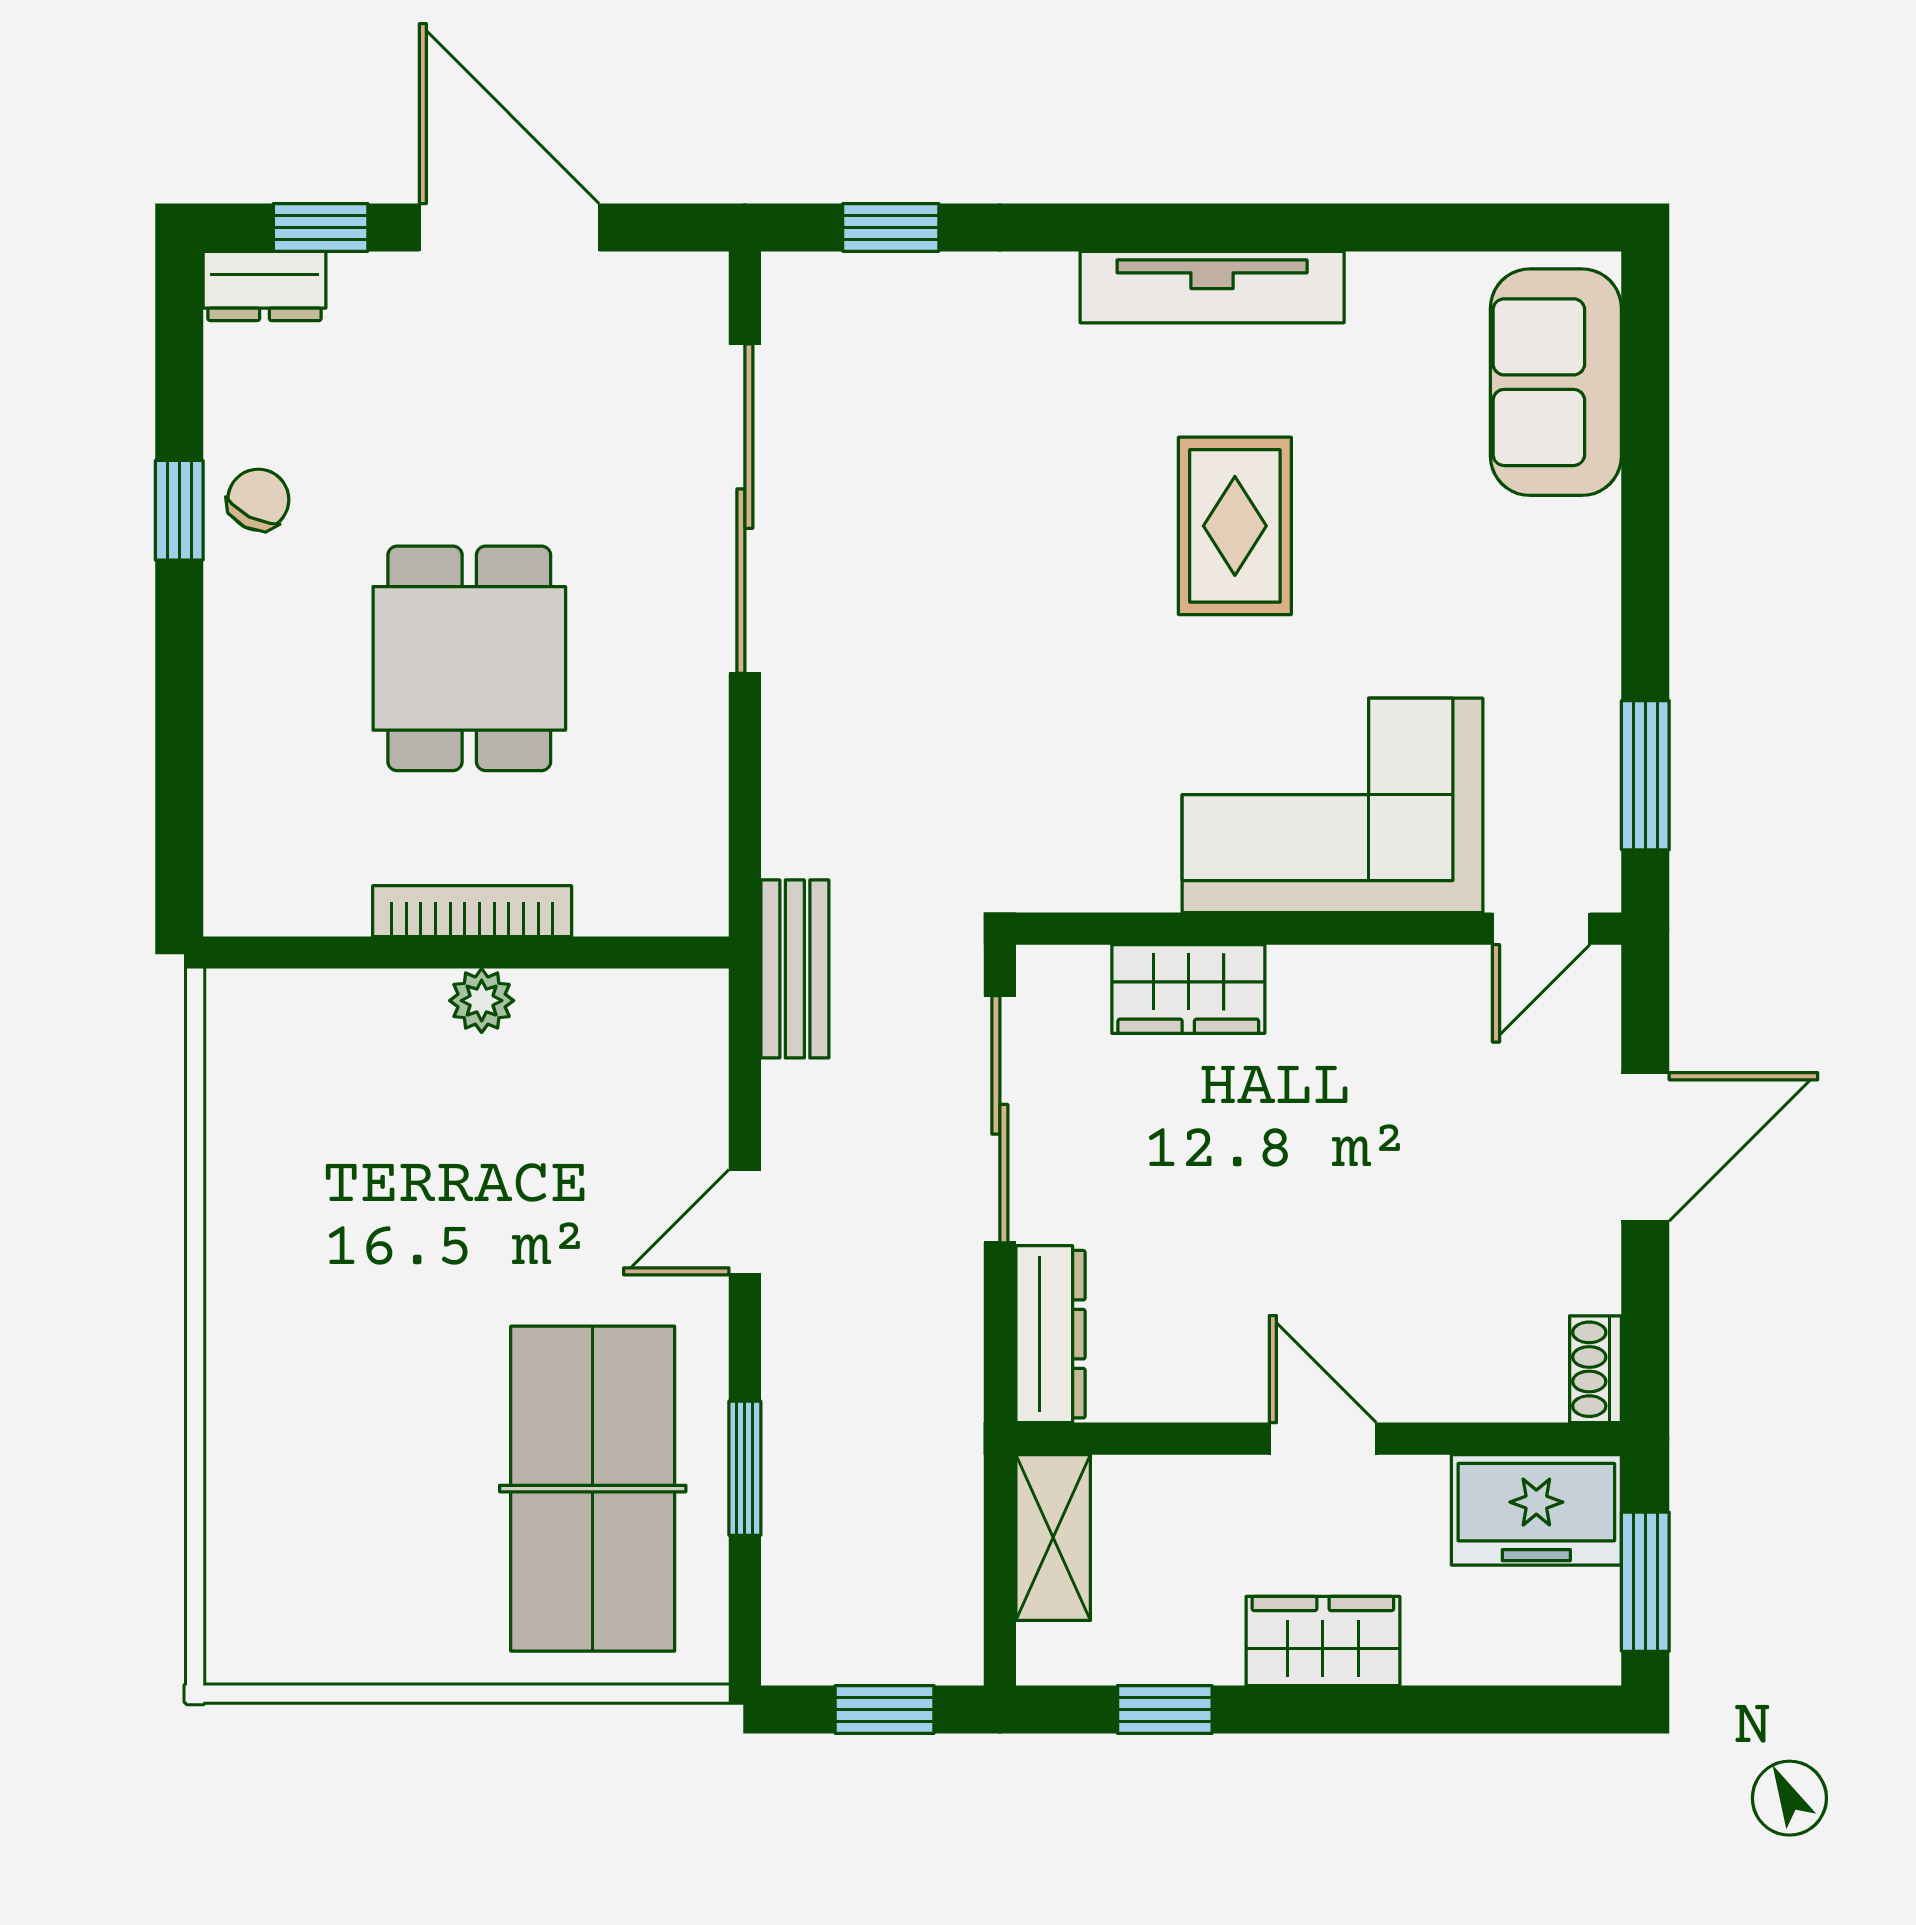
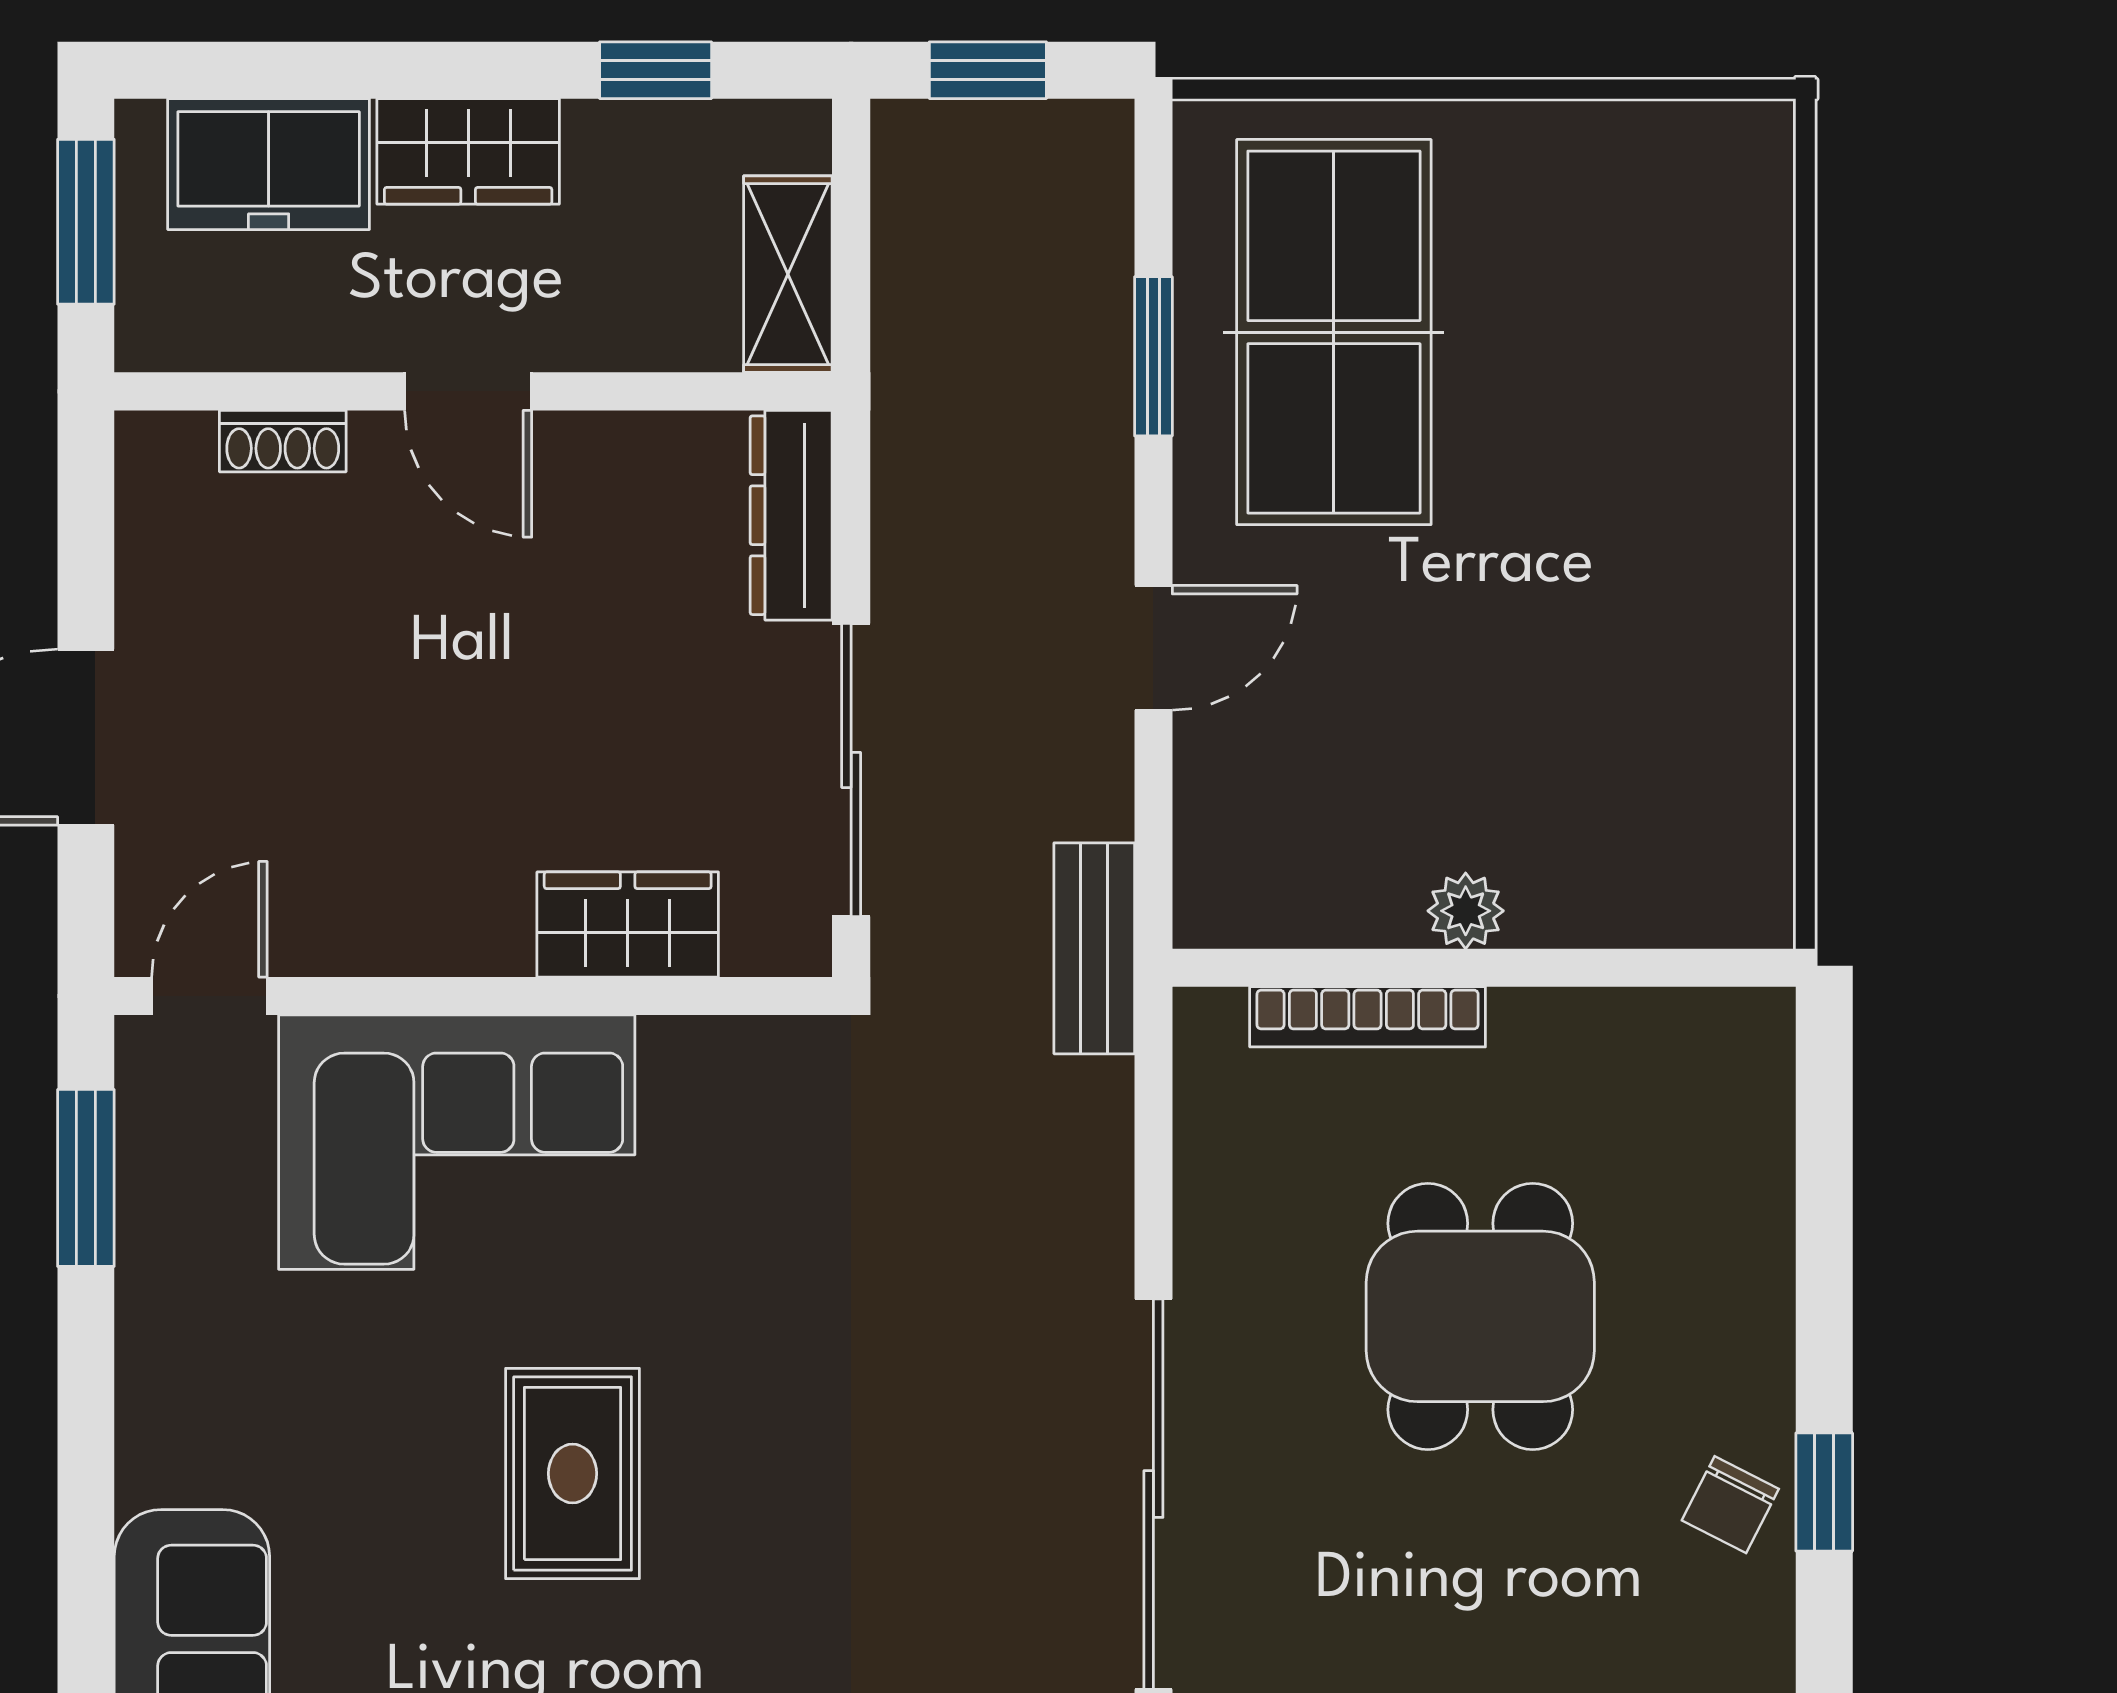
bookcase: (472, 911) -> (1368, 1017), moved
shoe rack: (1595, 1369) -> (283, 441), moved, turned 90
freezer: (1536, 1510) -> (269, 164), moved, turned 180

